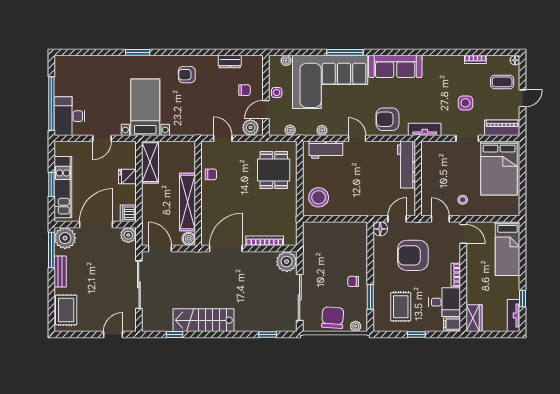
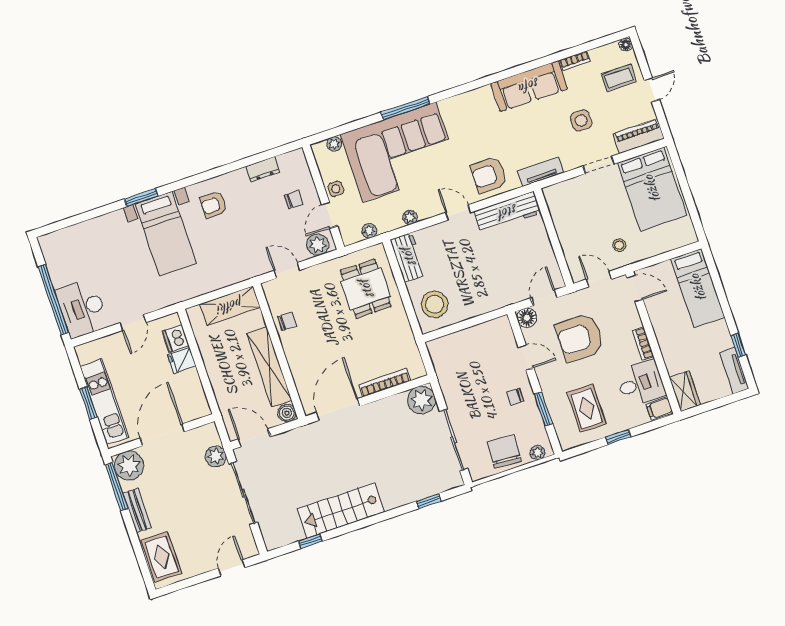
sofa: (395, 66) -> (529, 86), moved
bed with nightstands: (145, 107) -> (166, 234), moved, turned 180
workbench: (326, 150) -> (408, 257), moved, turned -90
shelving: (150, 162) -> (230, 306), moved, turned 90
workbench: (407, 165) -> (508, 212), moved, turned -90
dishwasher: (128, 213) -> (176, 338), moved
plant: (128, 235) -> (216, 456), moved
door: (370, 257) -> (526, 357), added

